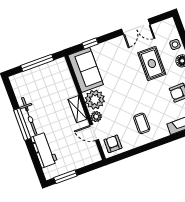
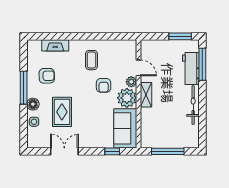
window: (22, 124) -> (202, 64), moved
armchair: (113, 144) -> (104, 85), moved

